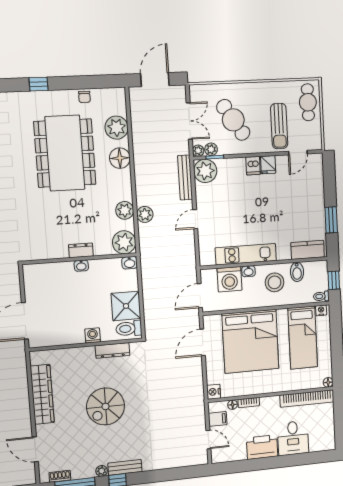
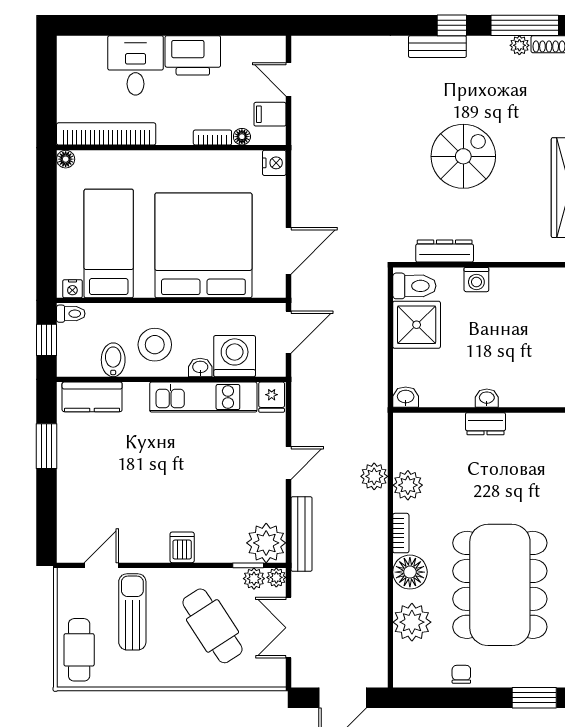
window: (39, 84) -> (534, 698), width x1.50
fridge: (268, 165) -> (272, 397), moved, turned 180
bookcase: (127, 181) -> (401, 533), added
plant: (124, 242) -> (412, 432), removed
plant: (102, 471) -> (519, 45), moved

